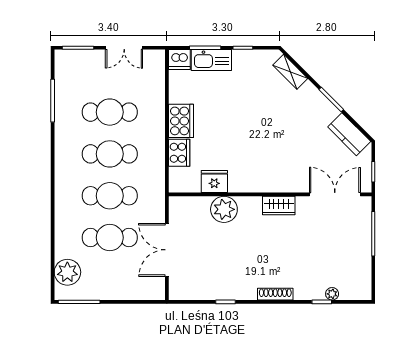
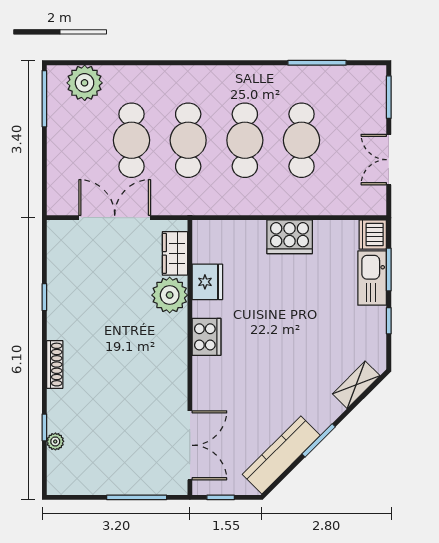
kitchen counter: (349, 134) -> (281, 455), width x1.50
cooker: (179, 153) -> (207, 337), moved, turned -90
wardrobe: (279, 205) -> (175, 253), moved

